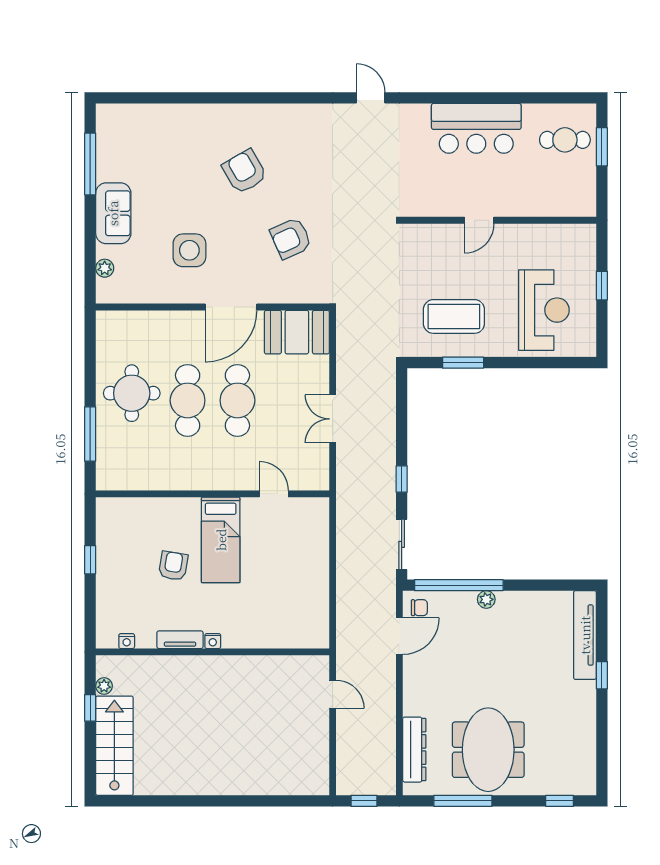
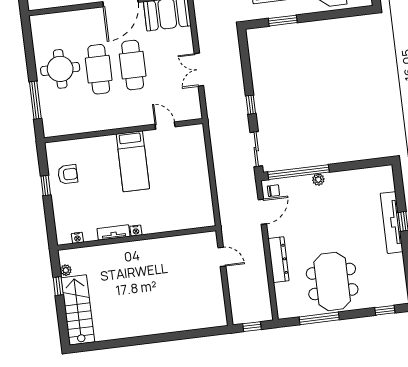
armchair: (173, 566) -> (68, 174), moved, turned 81
tv unit: (585, 635) -> (392, 223), moved
dresser: (414, 750) -> (278, 260), moved

